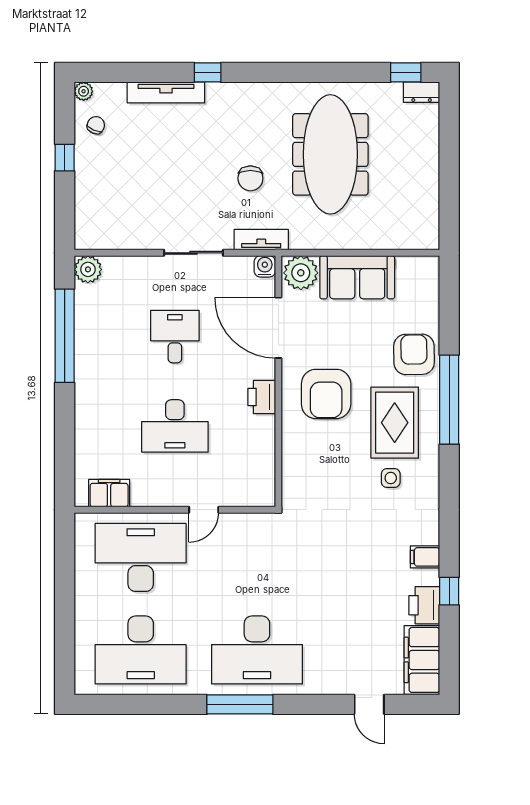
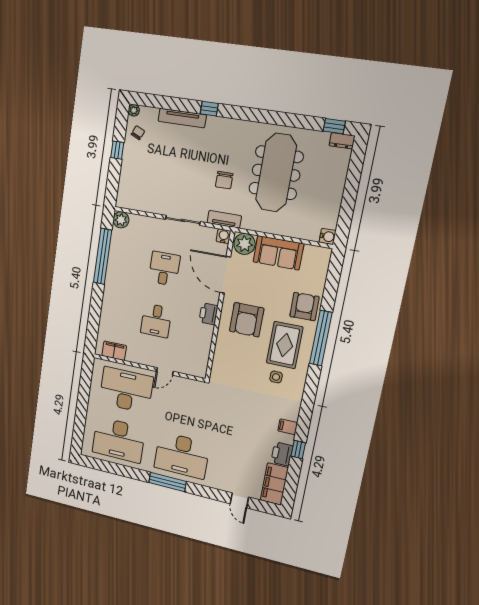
water cooler: (428, 239) -> (328, 236), added
desk: (175, 426) -> (156, 321), width x0.73

